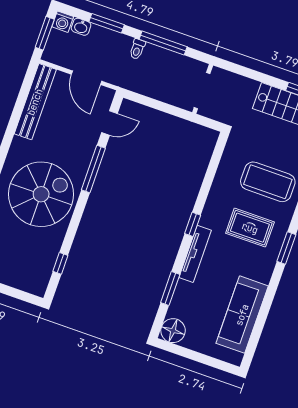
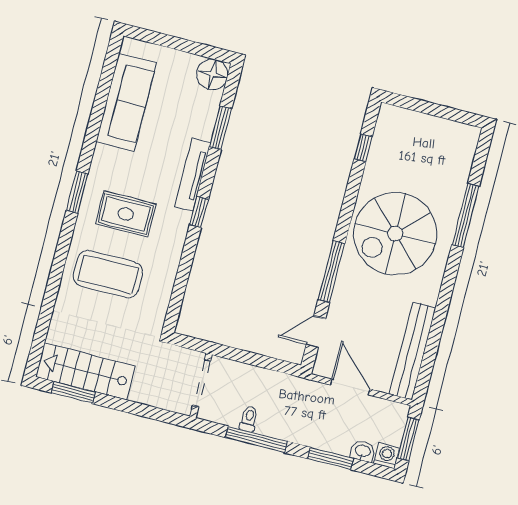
toilet: (137, 49) -> (249, 419), moved

